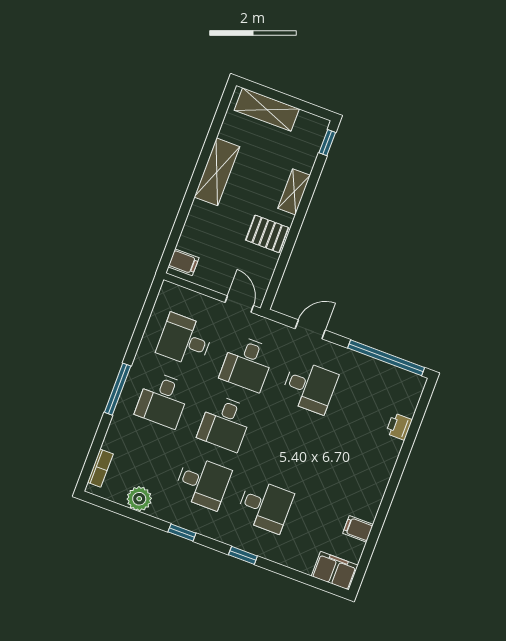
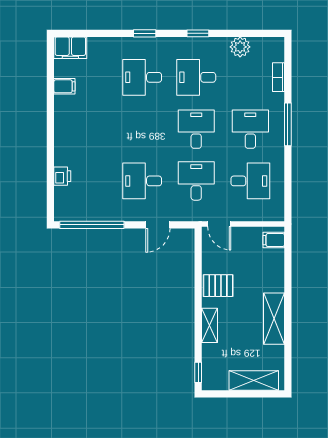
bookcase: (100, 468) -> (279, 77), moved

